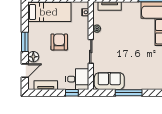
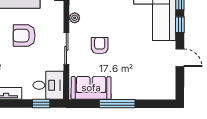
armchair: (59, 42) -> (24, 36), turned -90
armchair: (116, 49) -> (100, 46), added

